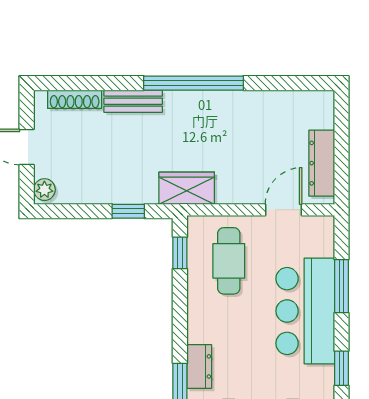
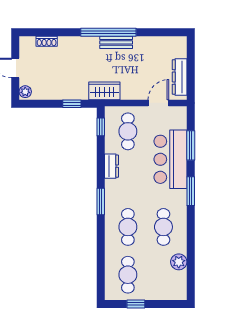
shoe rack: (75, 99) -> (47, 41), width x0.70
bench: (133, 101) -> (116, 42), moved
dresser: (199, 366) -> (111, 166), moved
window: (342, 368) -> (191, 191), width x1.50

